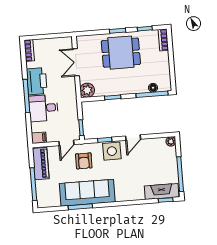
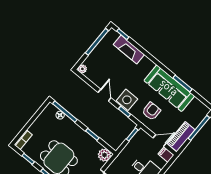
door: (133, 138) -> (105, 95), hinge flipped
door: (66, 143) -> (160, 141), moved
fireplace: (162, 191) -> (129, 50), moved

